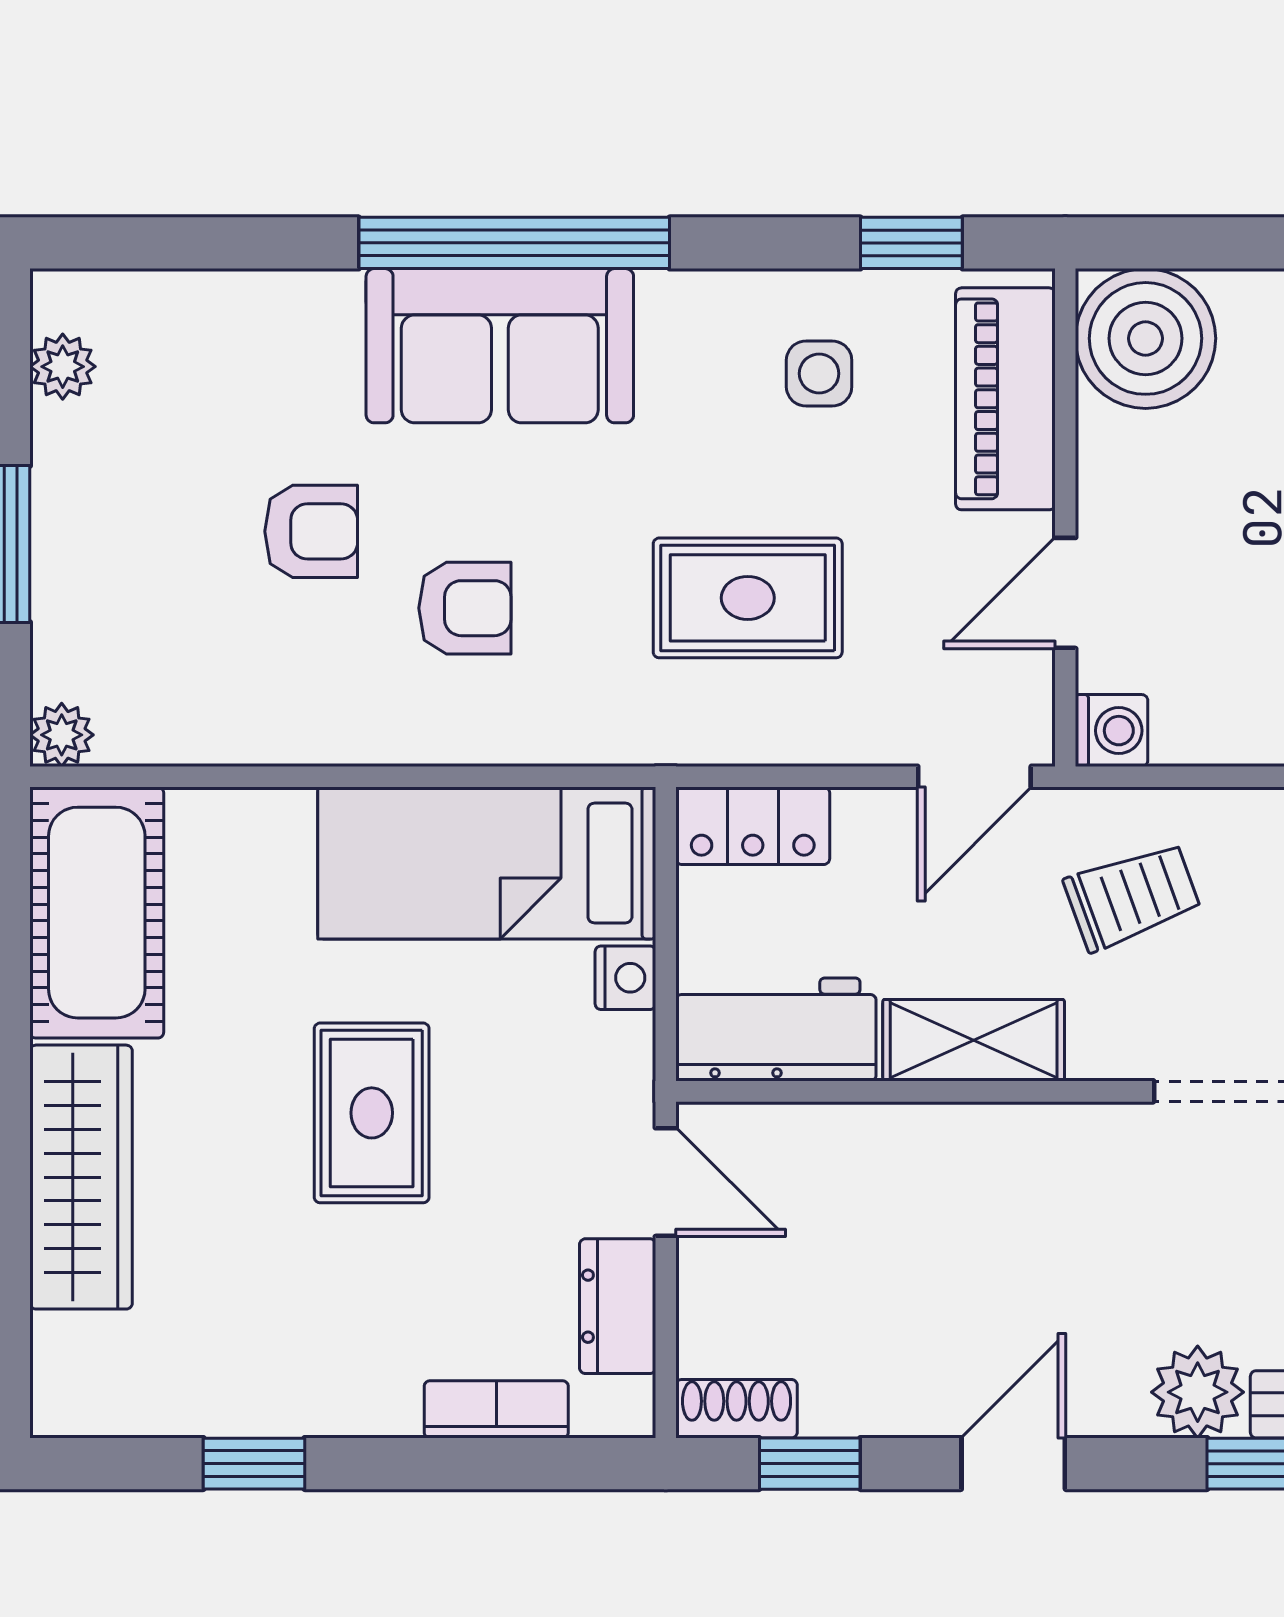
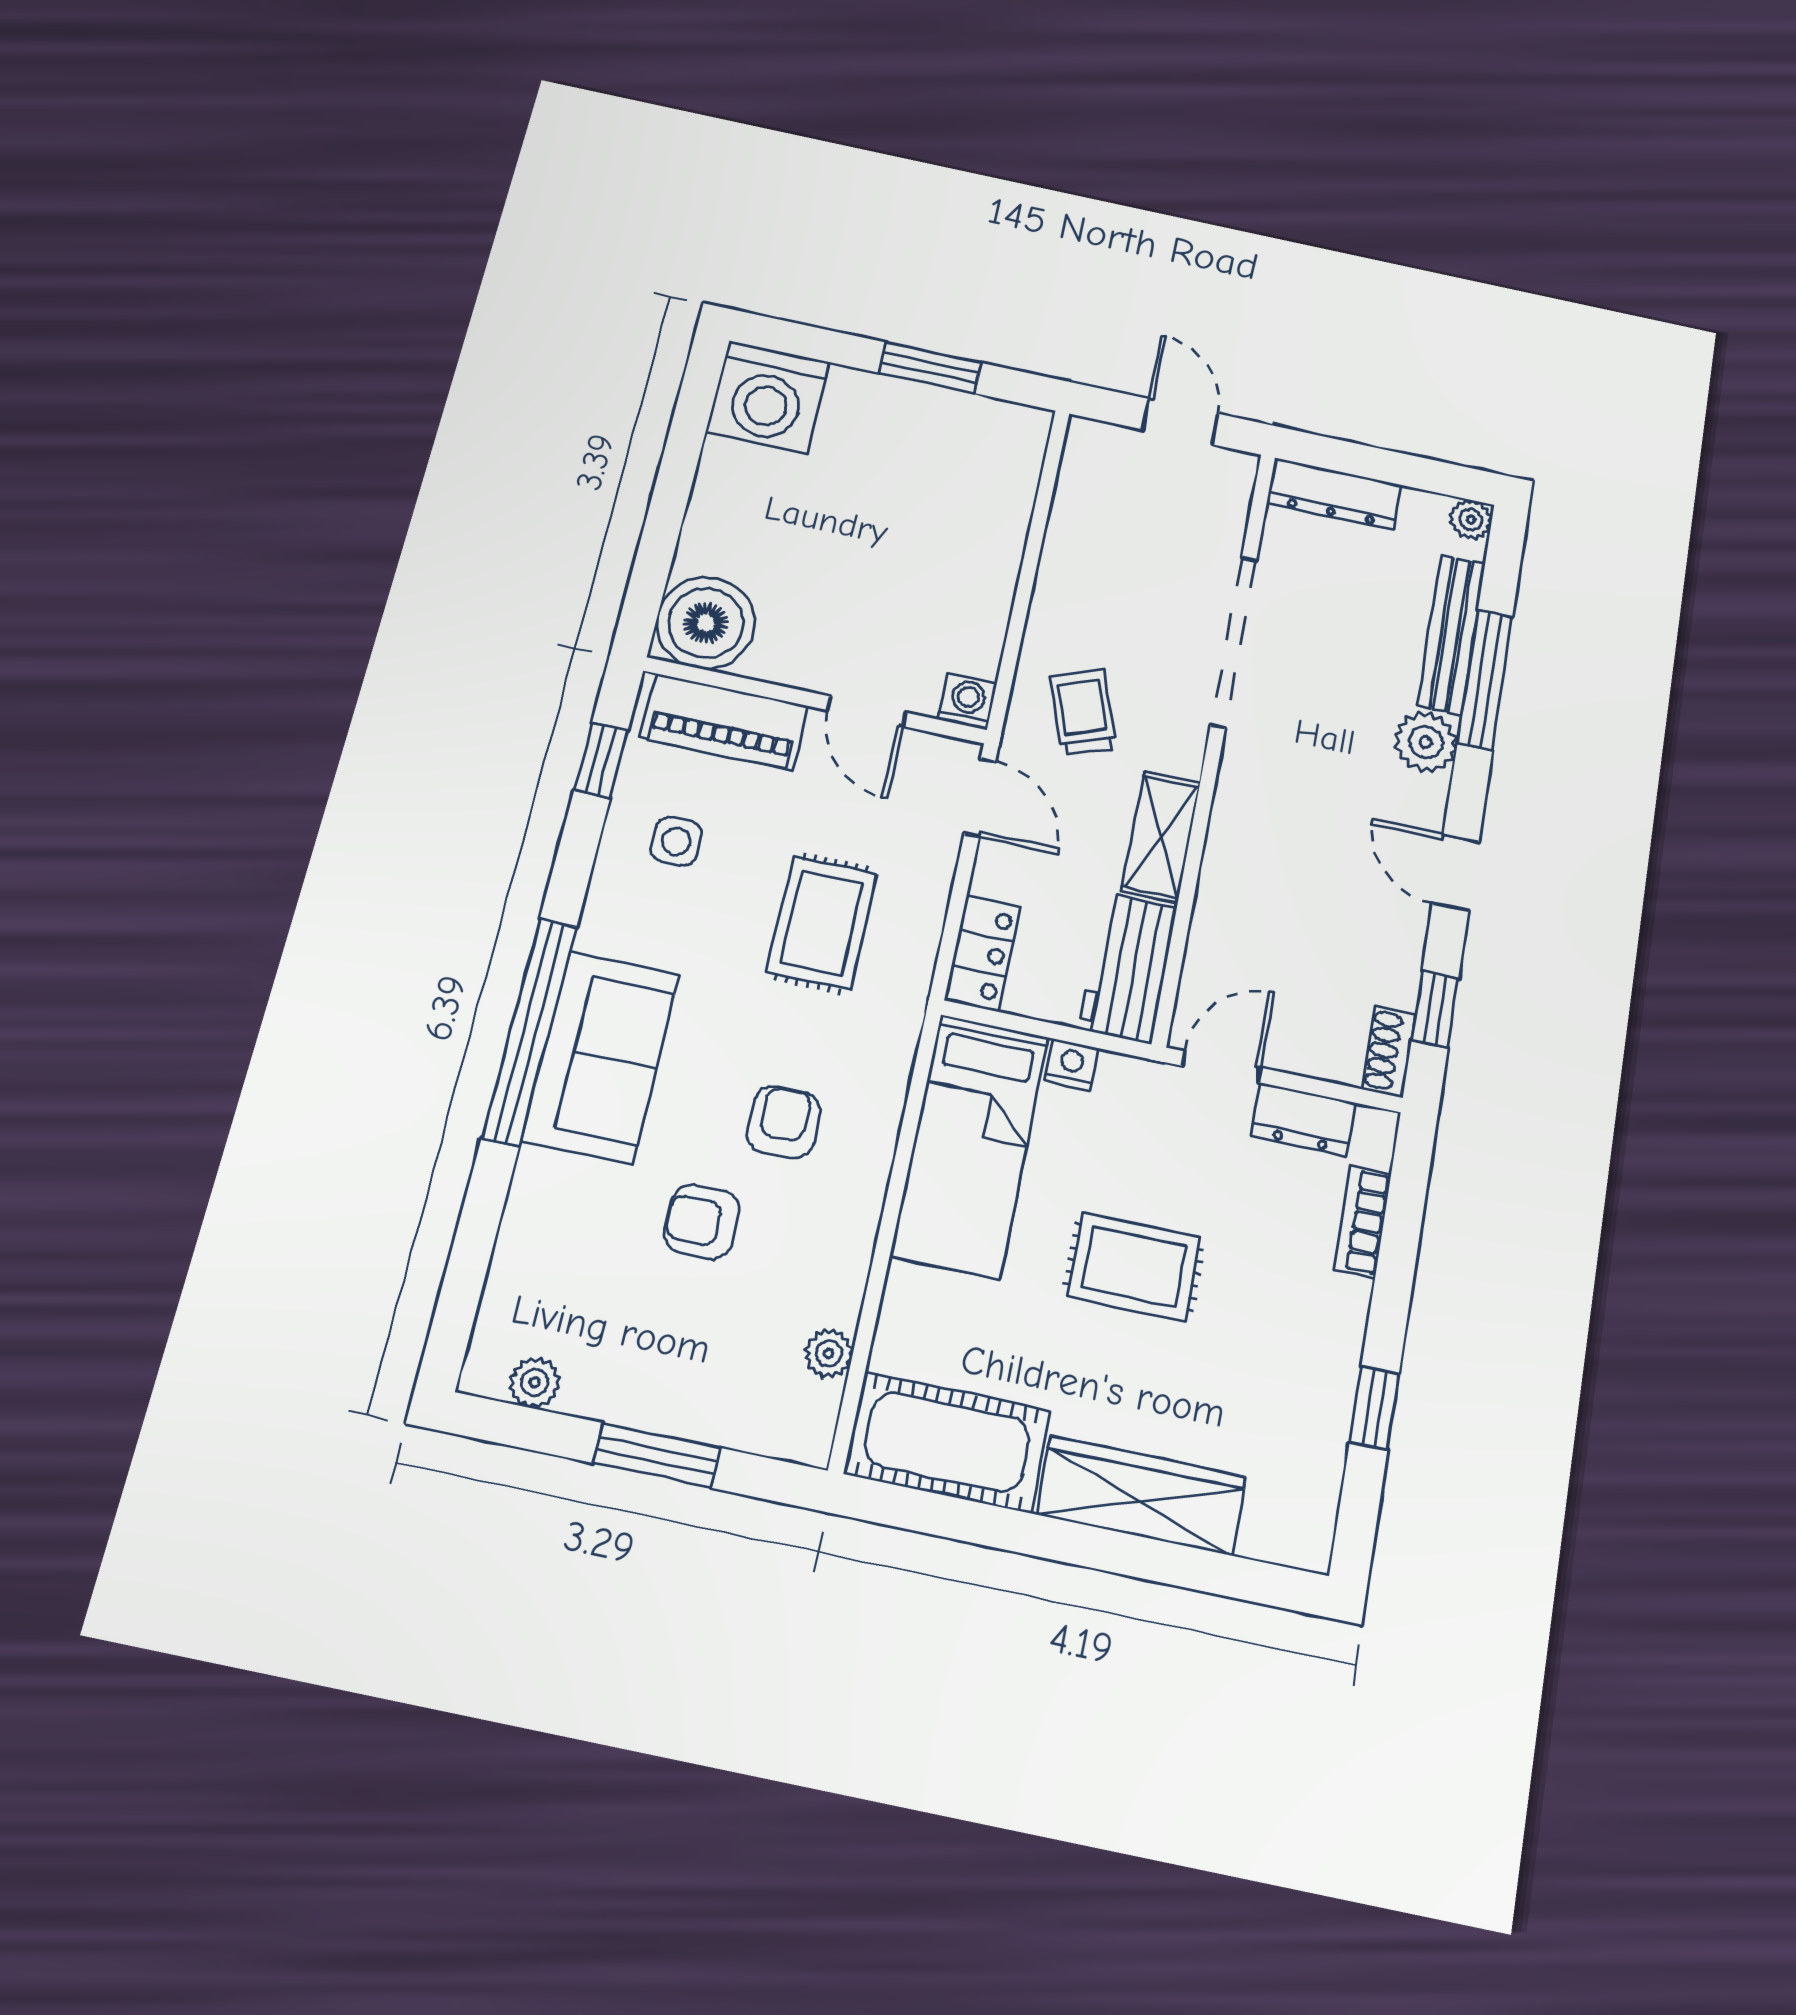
armchair: (311, 531) -> (702, 1222), turned -90
plant: (62, 735) -> (829, 1353), moved

